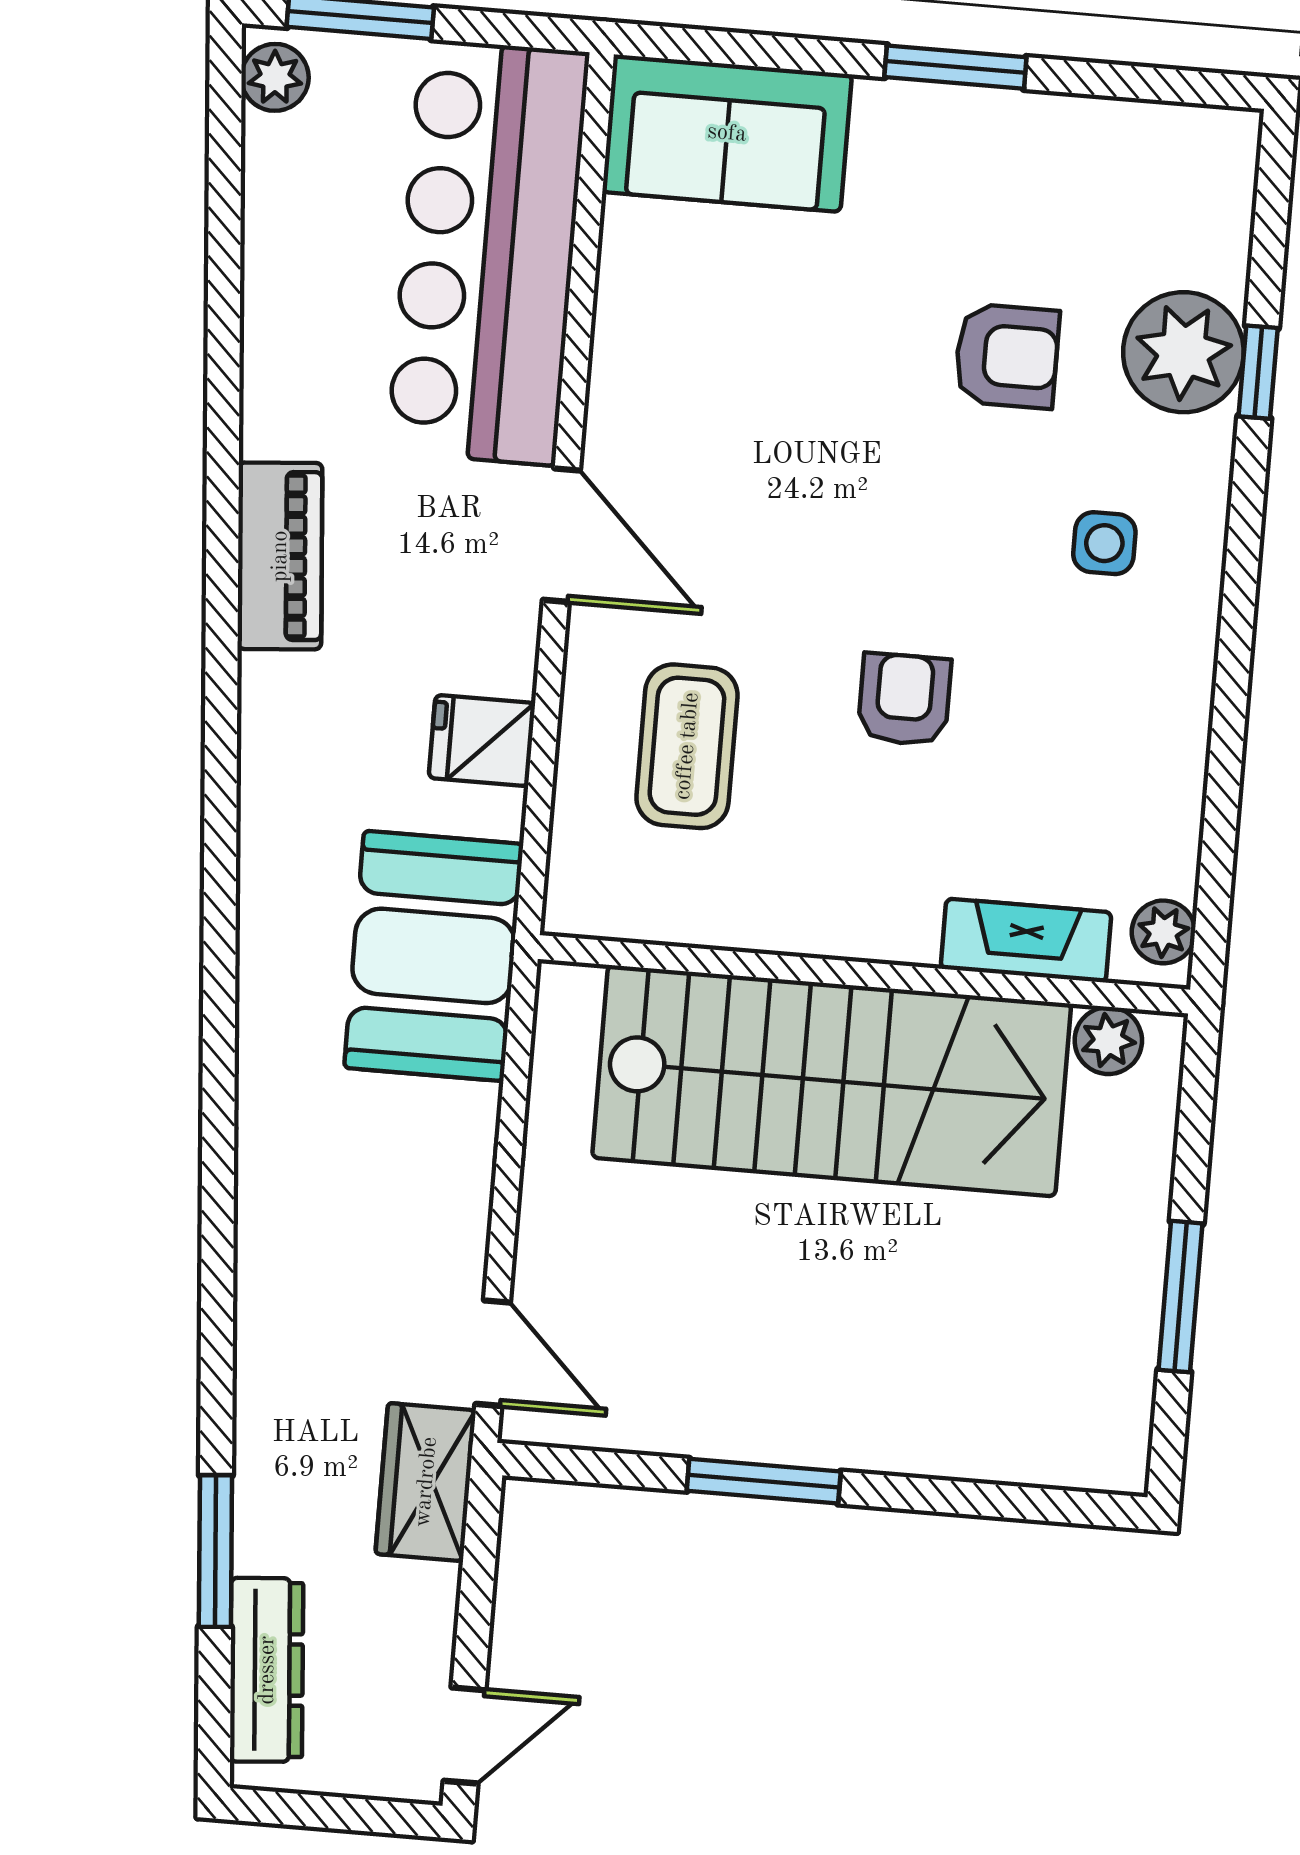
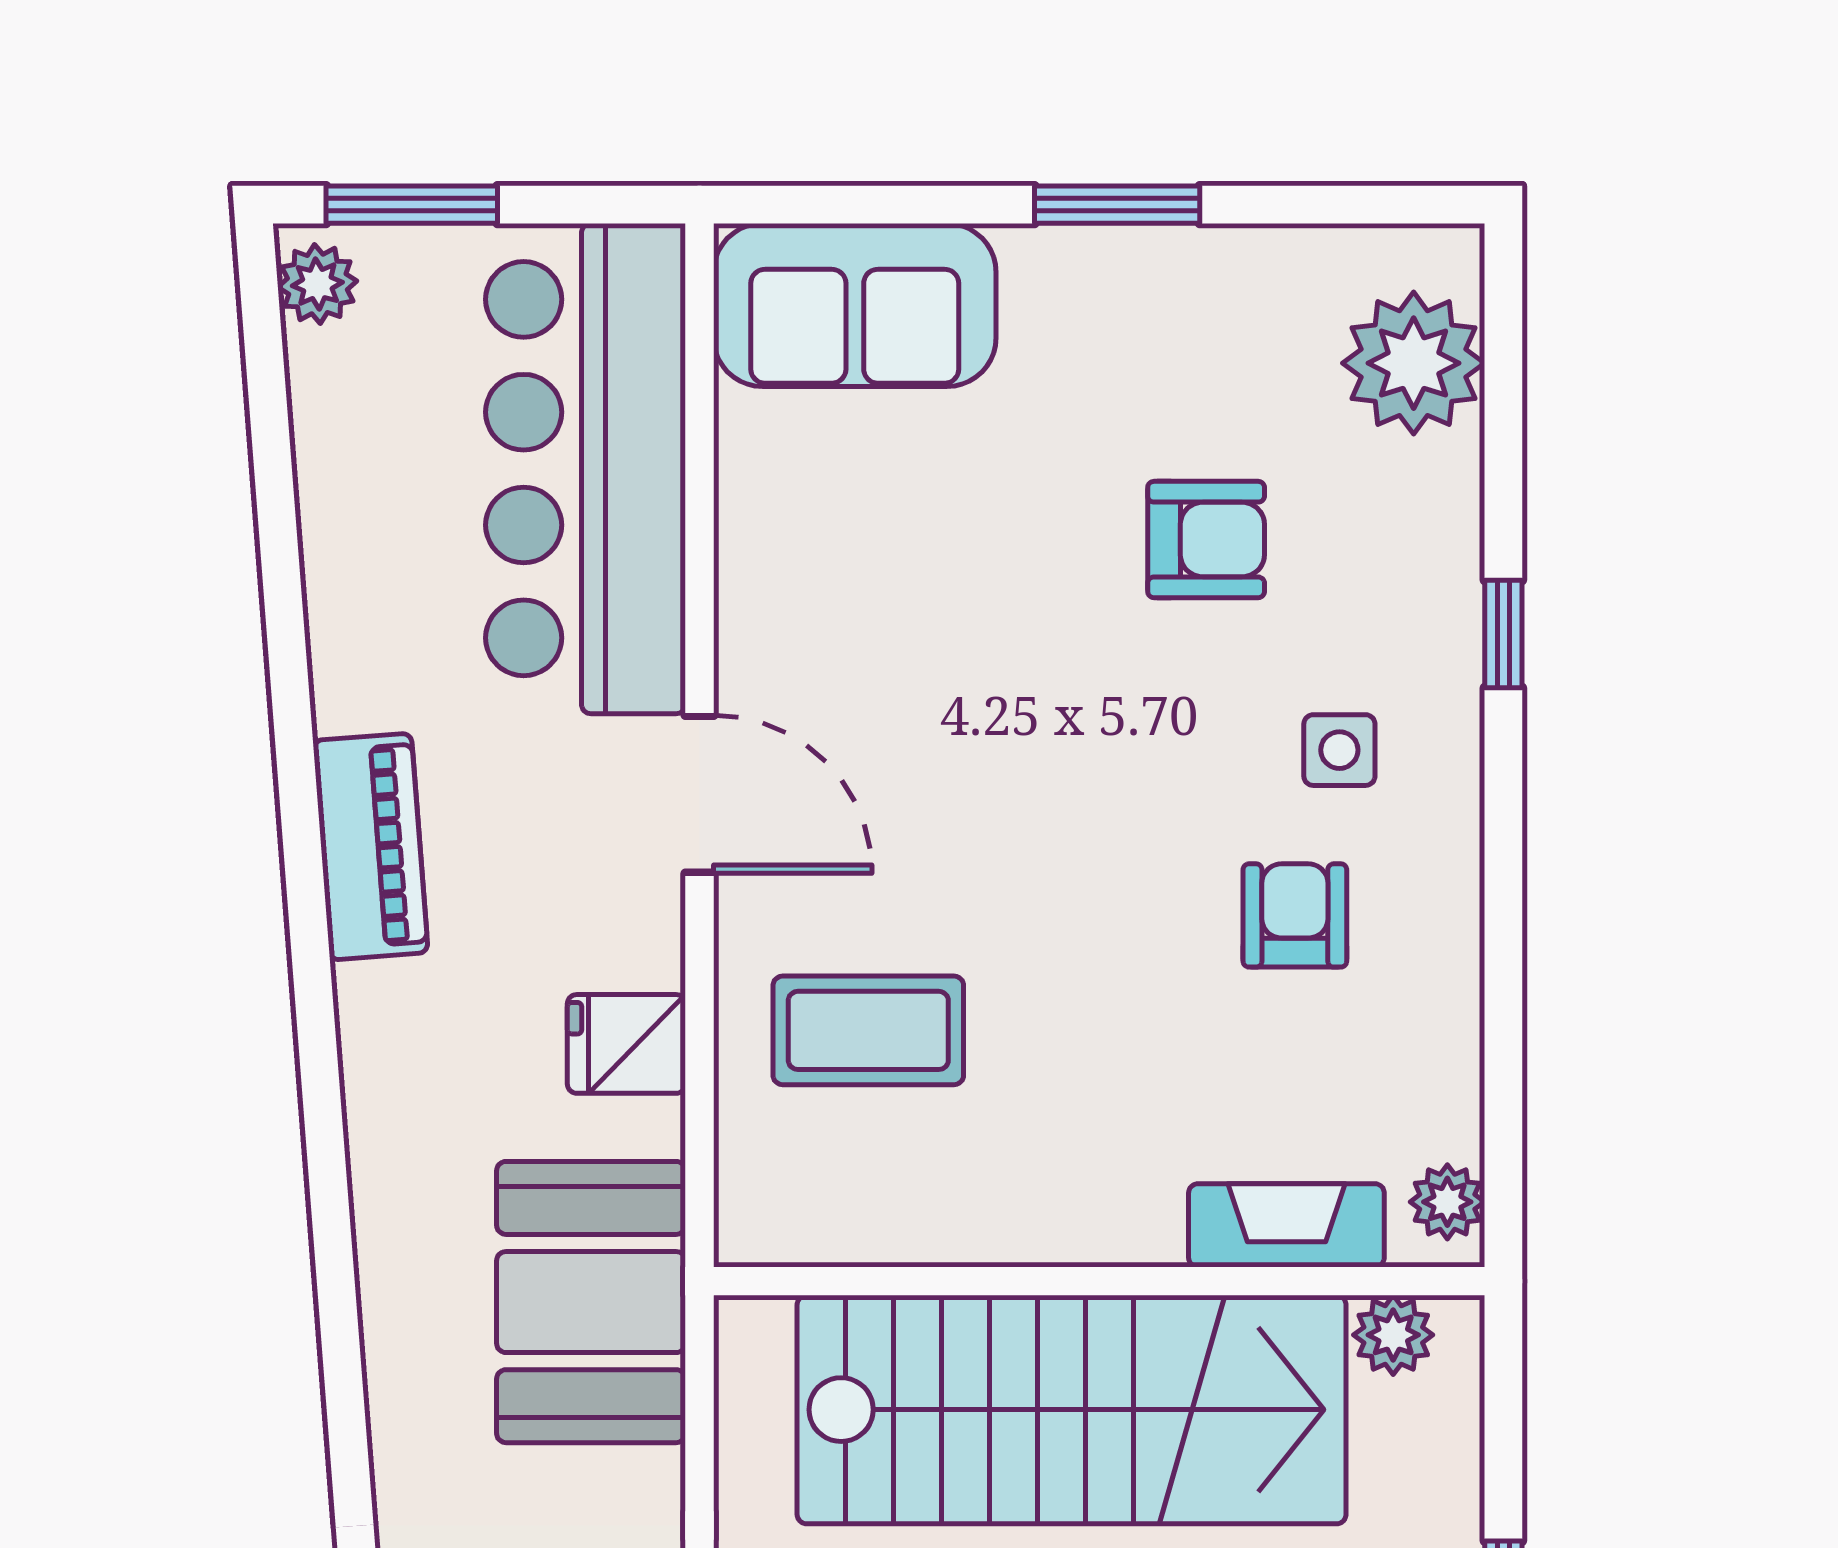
plant: (1183, 352) -> (1414, 363), moved
window: (1258, 372) -> (1503, 634), moved
armchair: (904, 699) -> (1295, 915), moved
coffee table: (687, 746) -> (868, 1030), turned 90

